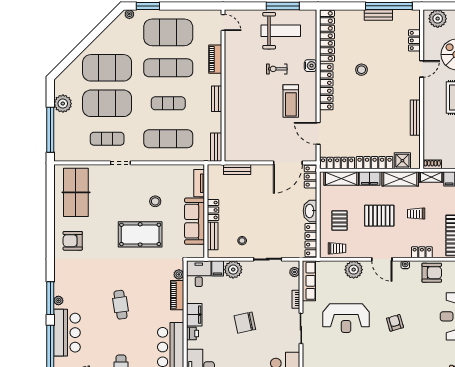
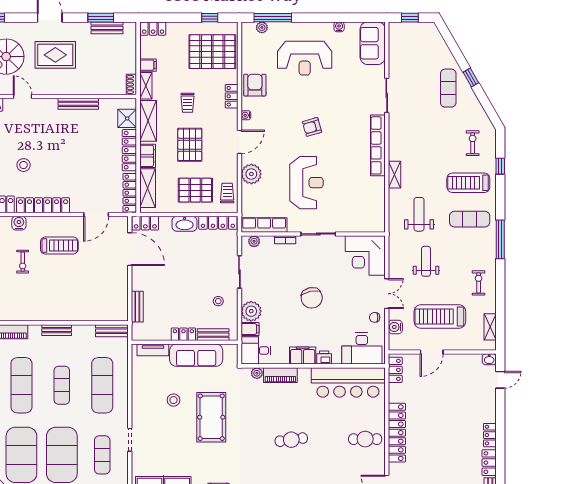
pallet: (340, 220) -> (195, 190), width x1.50, depth x1.42

